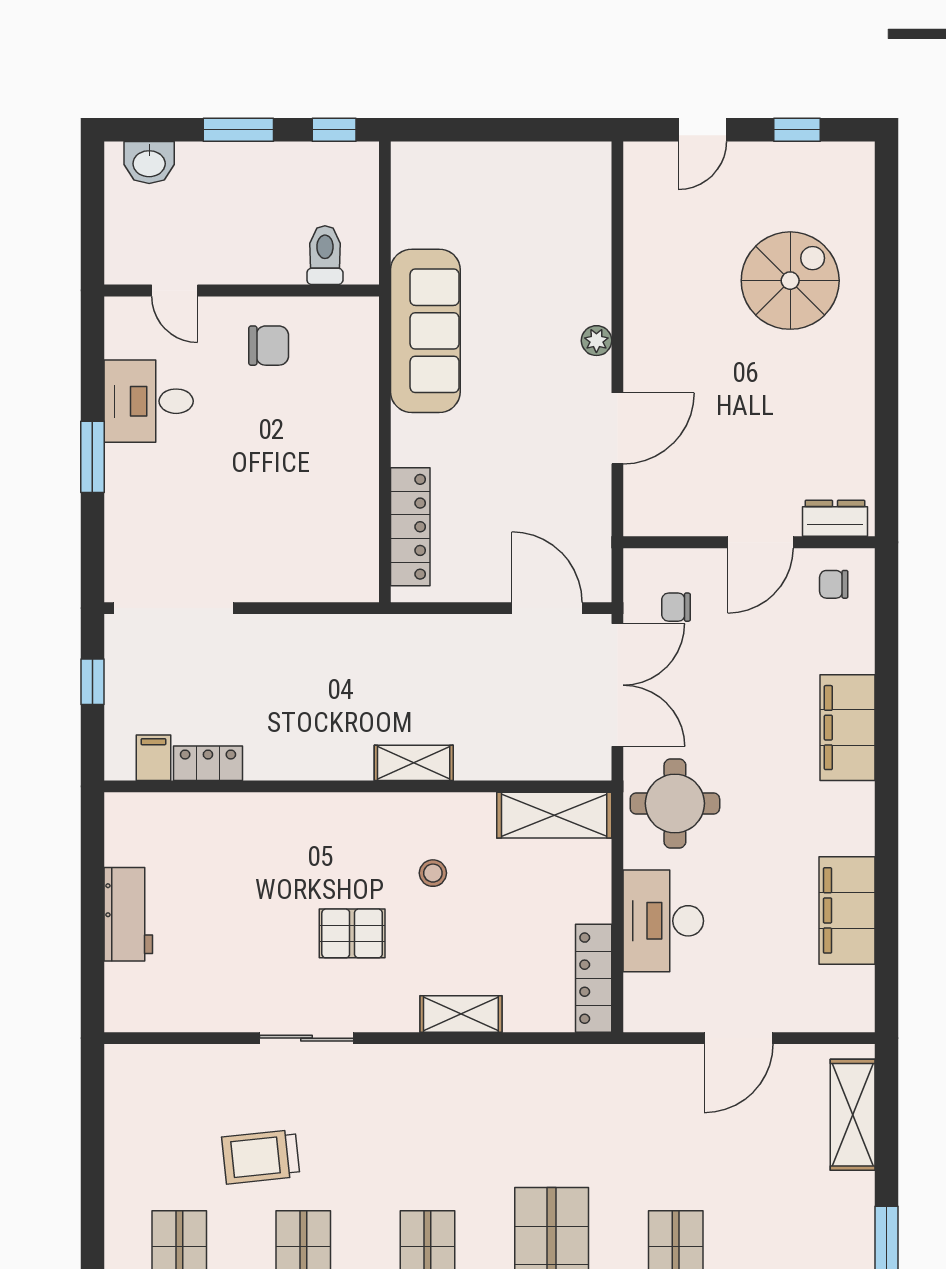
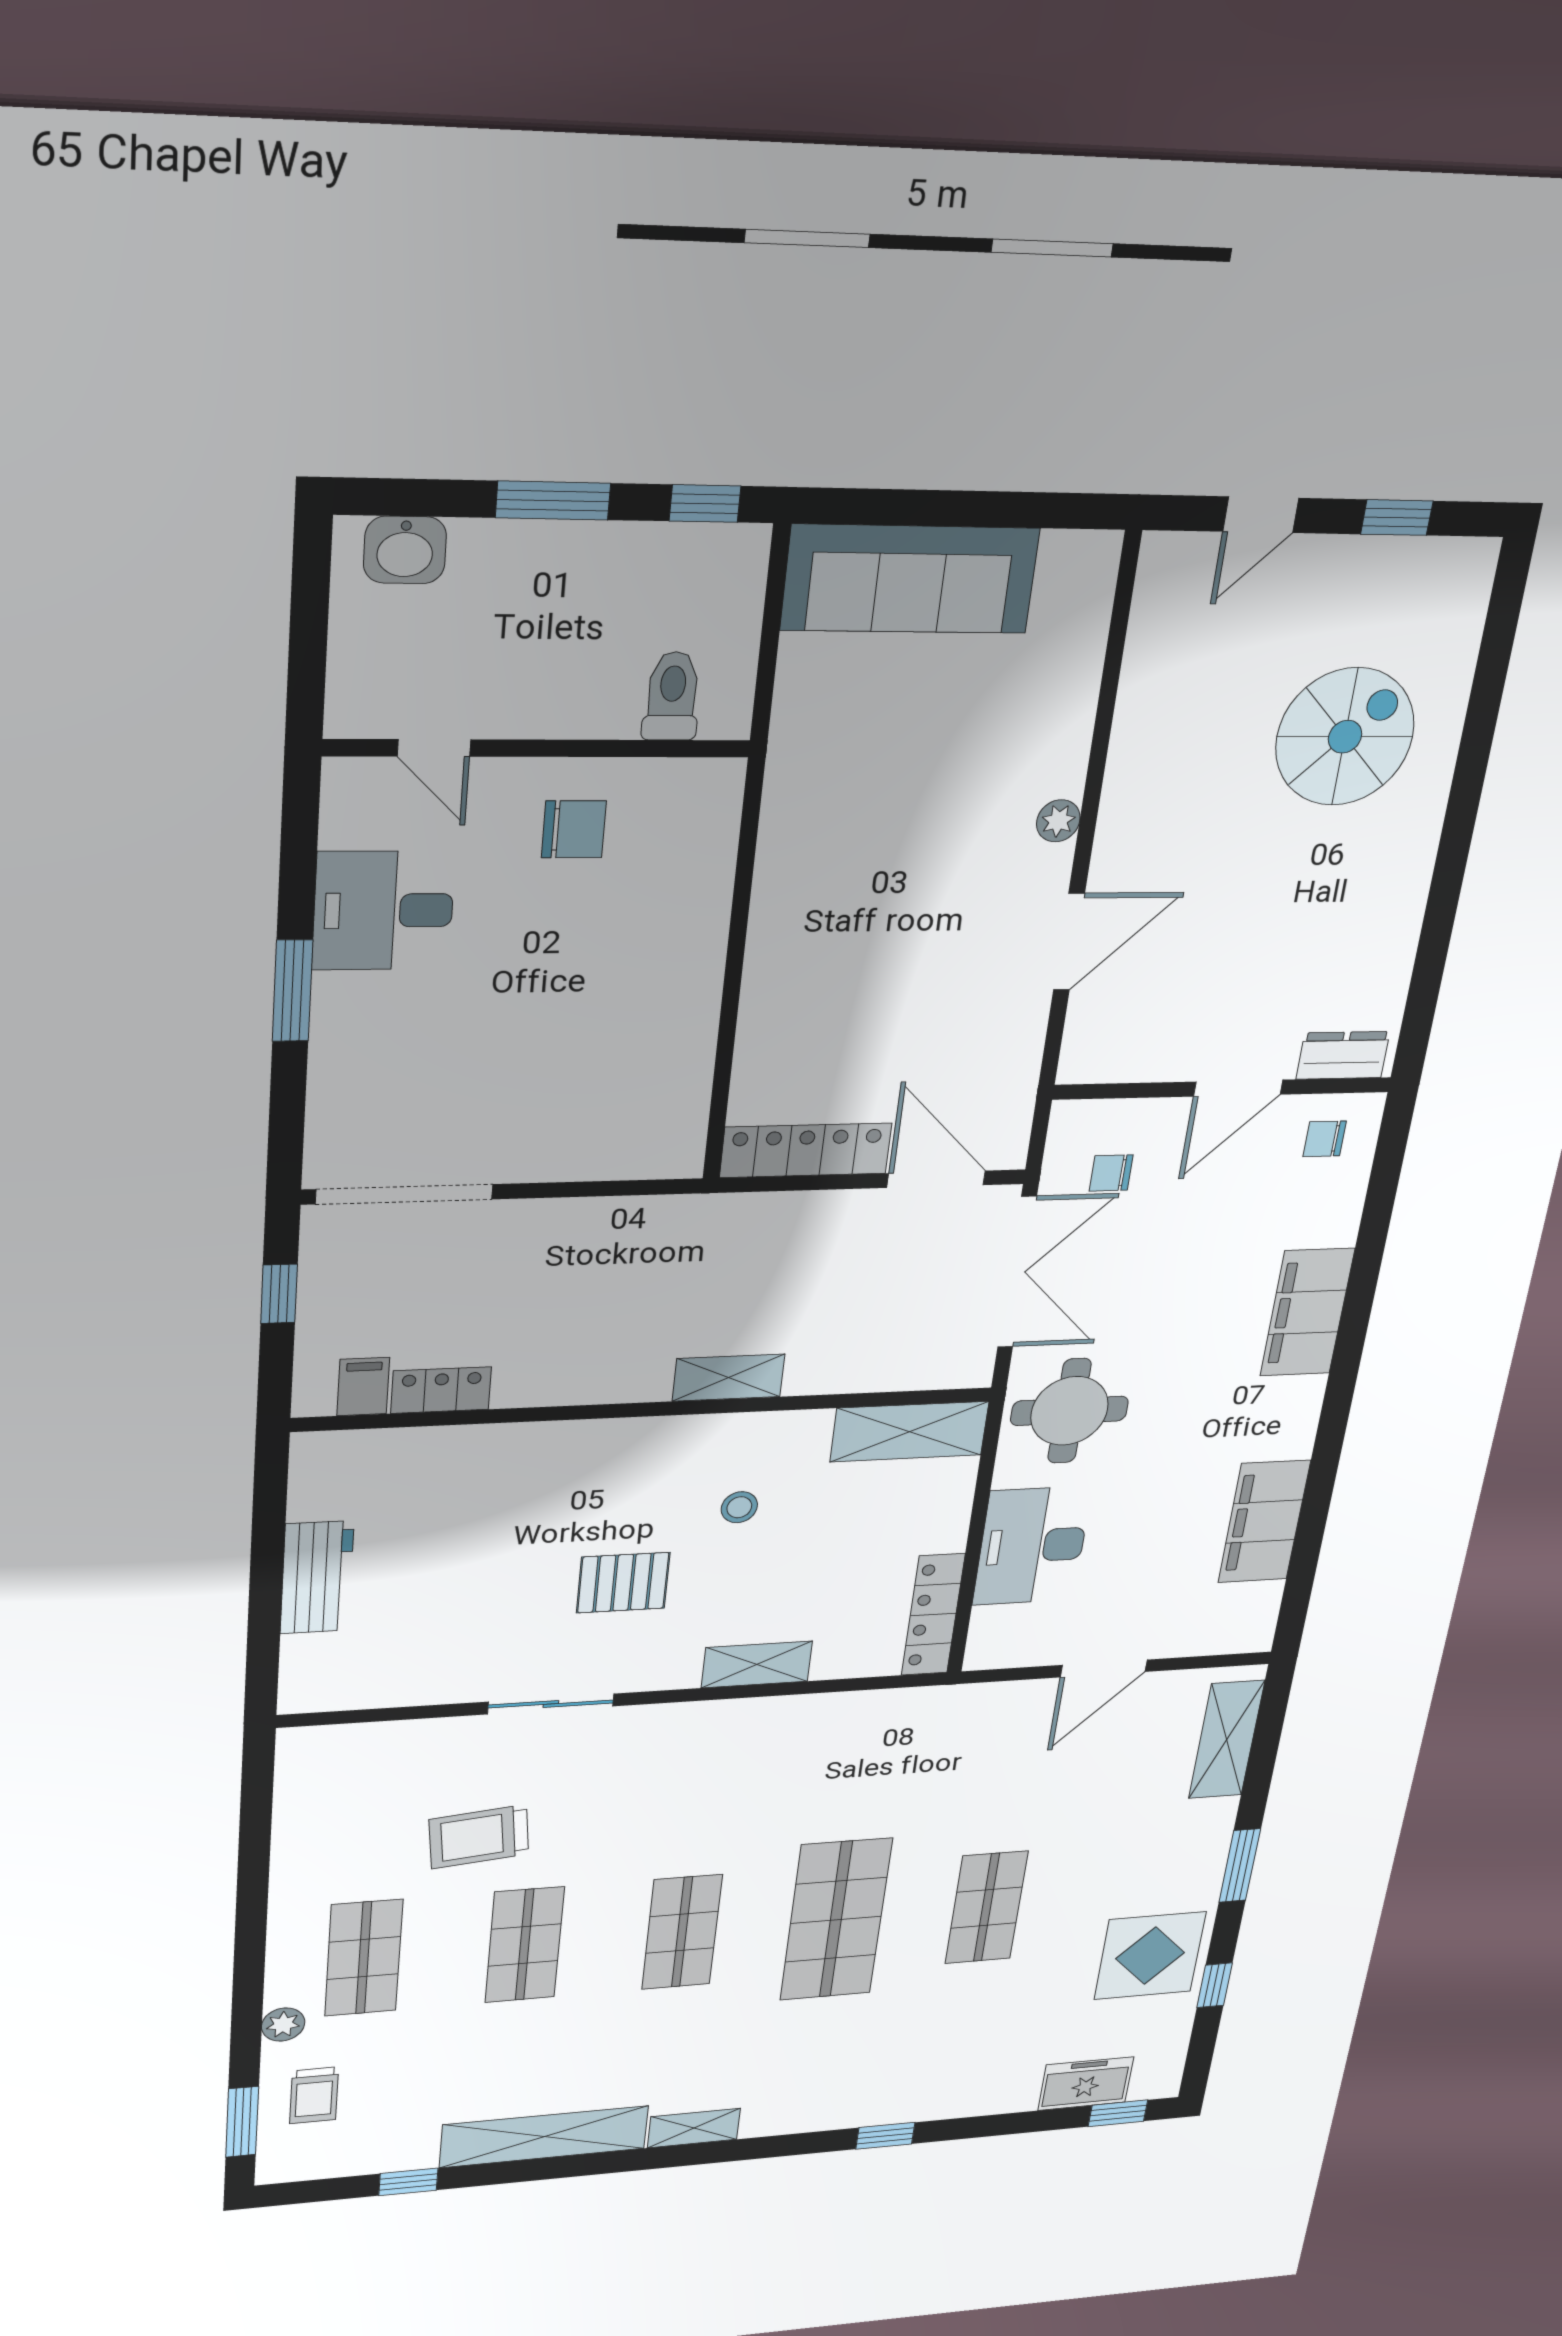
sofa: (425, 331) -> (910, 579), moved, turned 90
locker: (410, 527) -> (806, 1150), moved, turned -90

